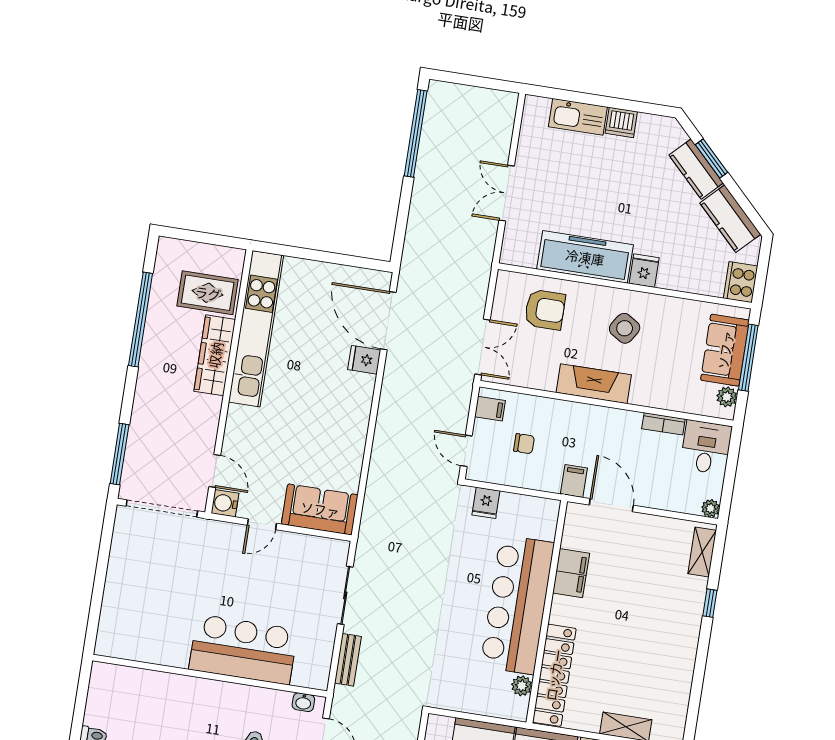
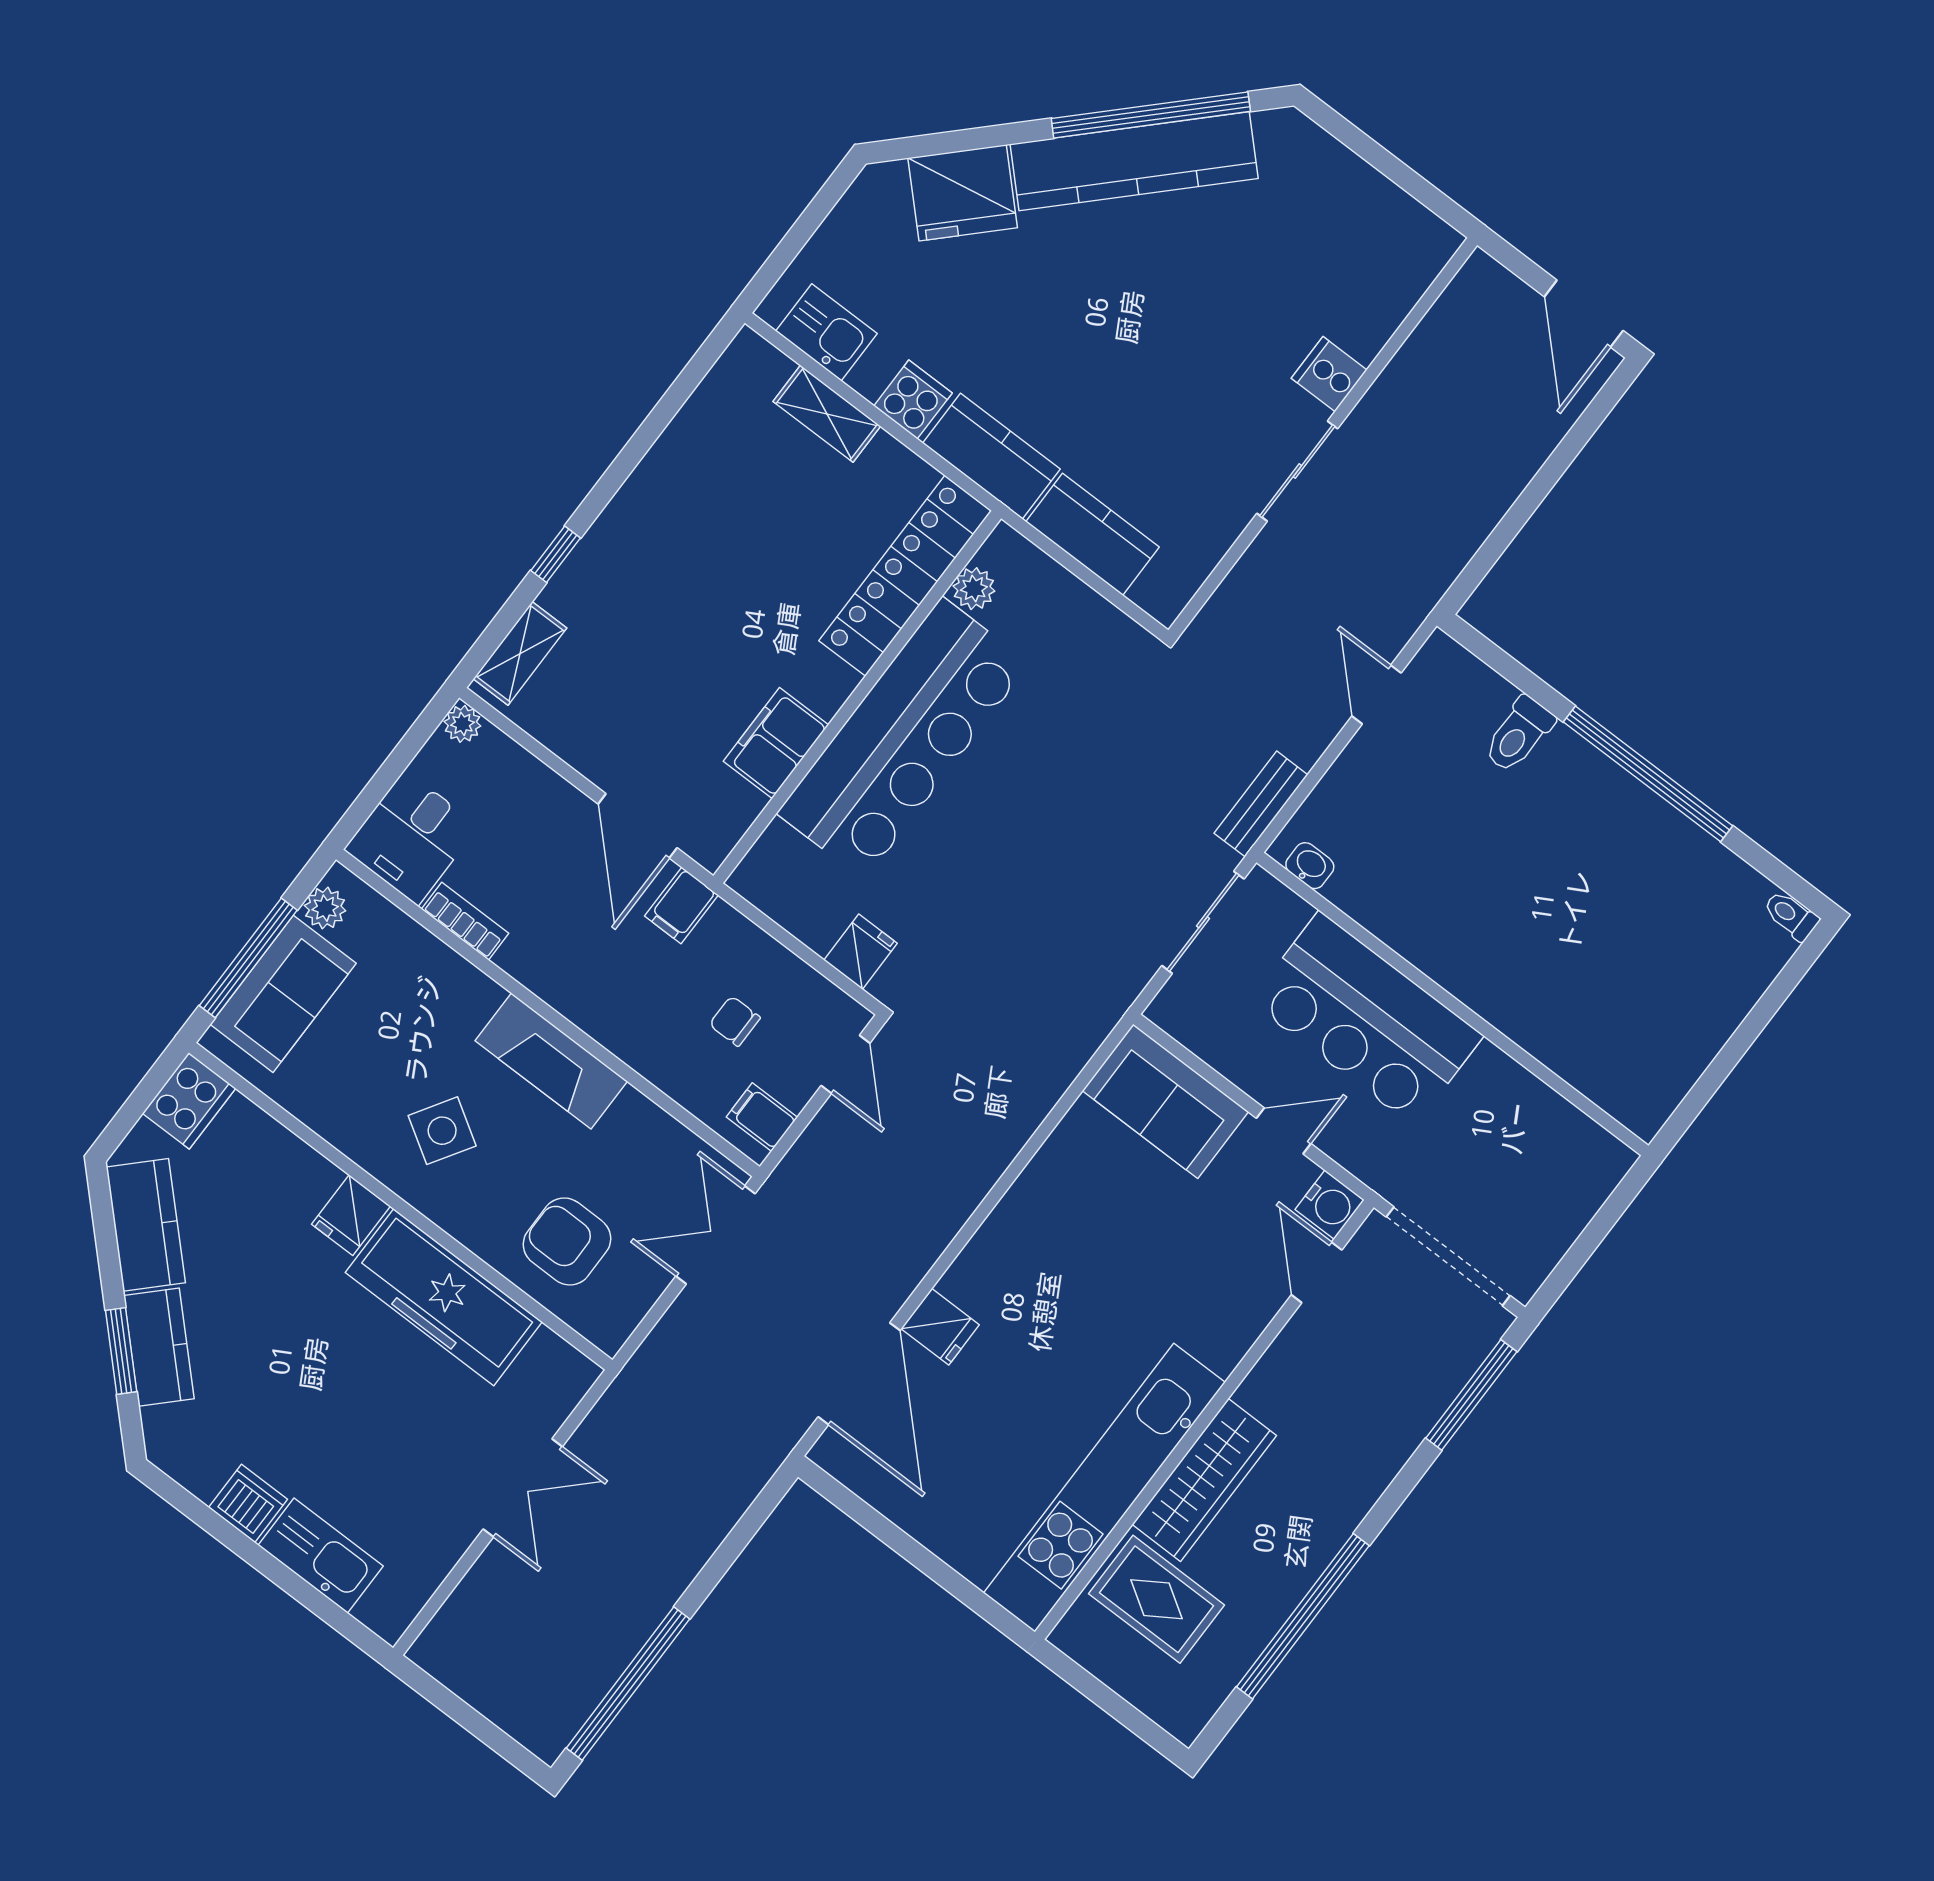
bar counter: (243, 649) -> (1367, 1019), moved
wall: (210, 676) -> (1452, 1004), moved
washbasin: (303, 702) -> (1310, 866), moved

